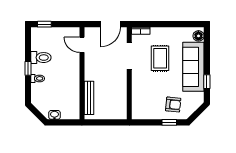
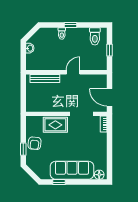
window: (44, 24) -> (110, 50), moved
door: (82, 45) -> (73, 72), moved
toilet: (41, 58) -> (95, 36), moved
rug: (160, 58) -> (55, 125), moved
armchair: (173, 105) -> (35, 143), moved

